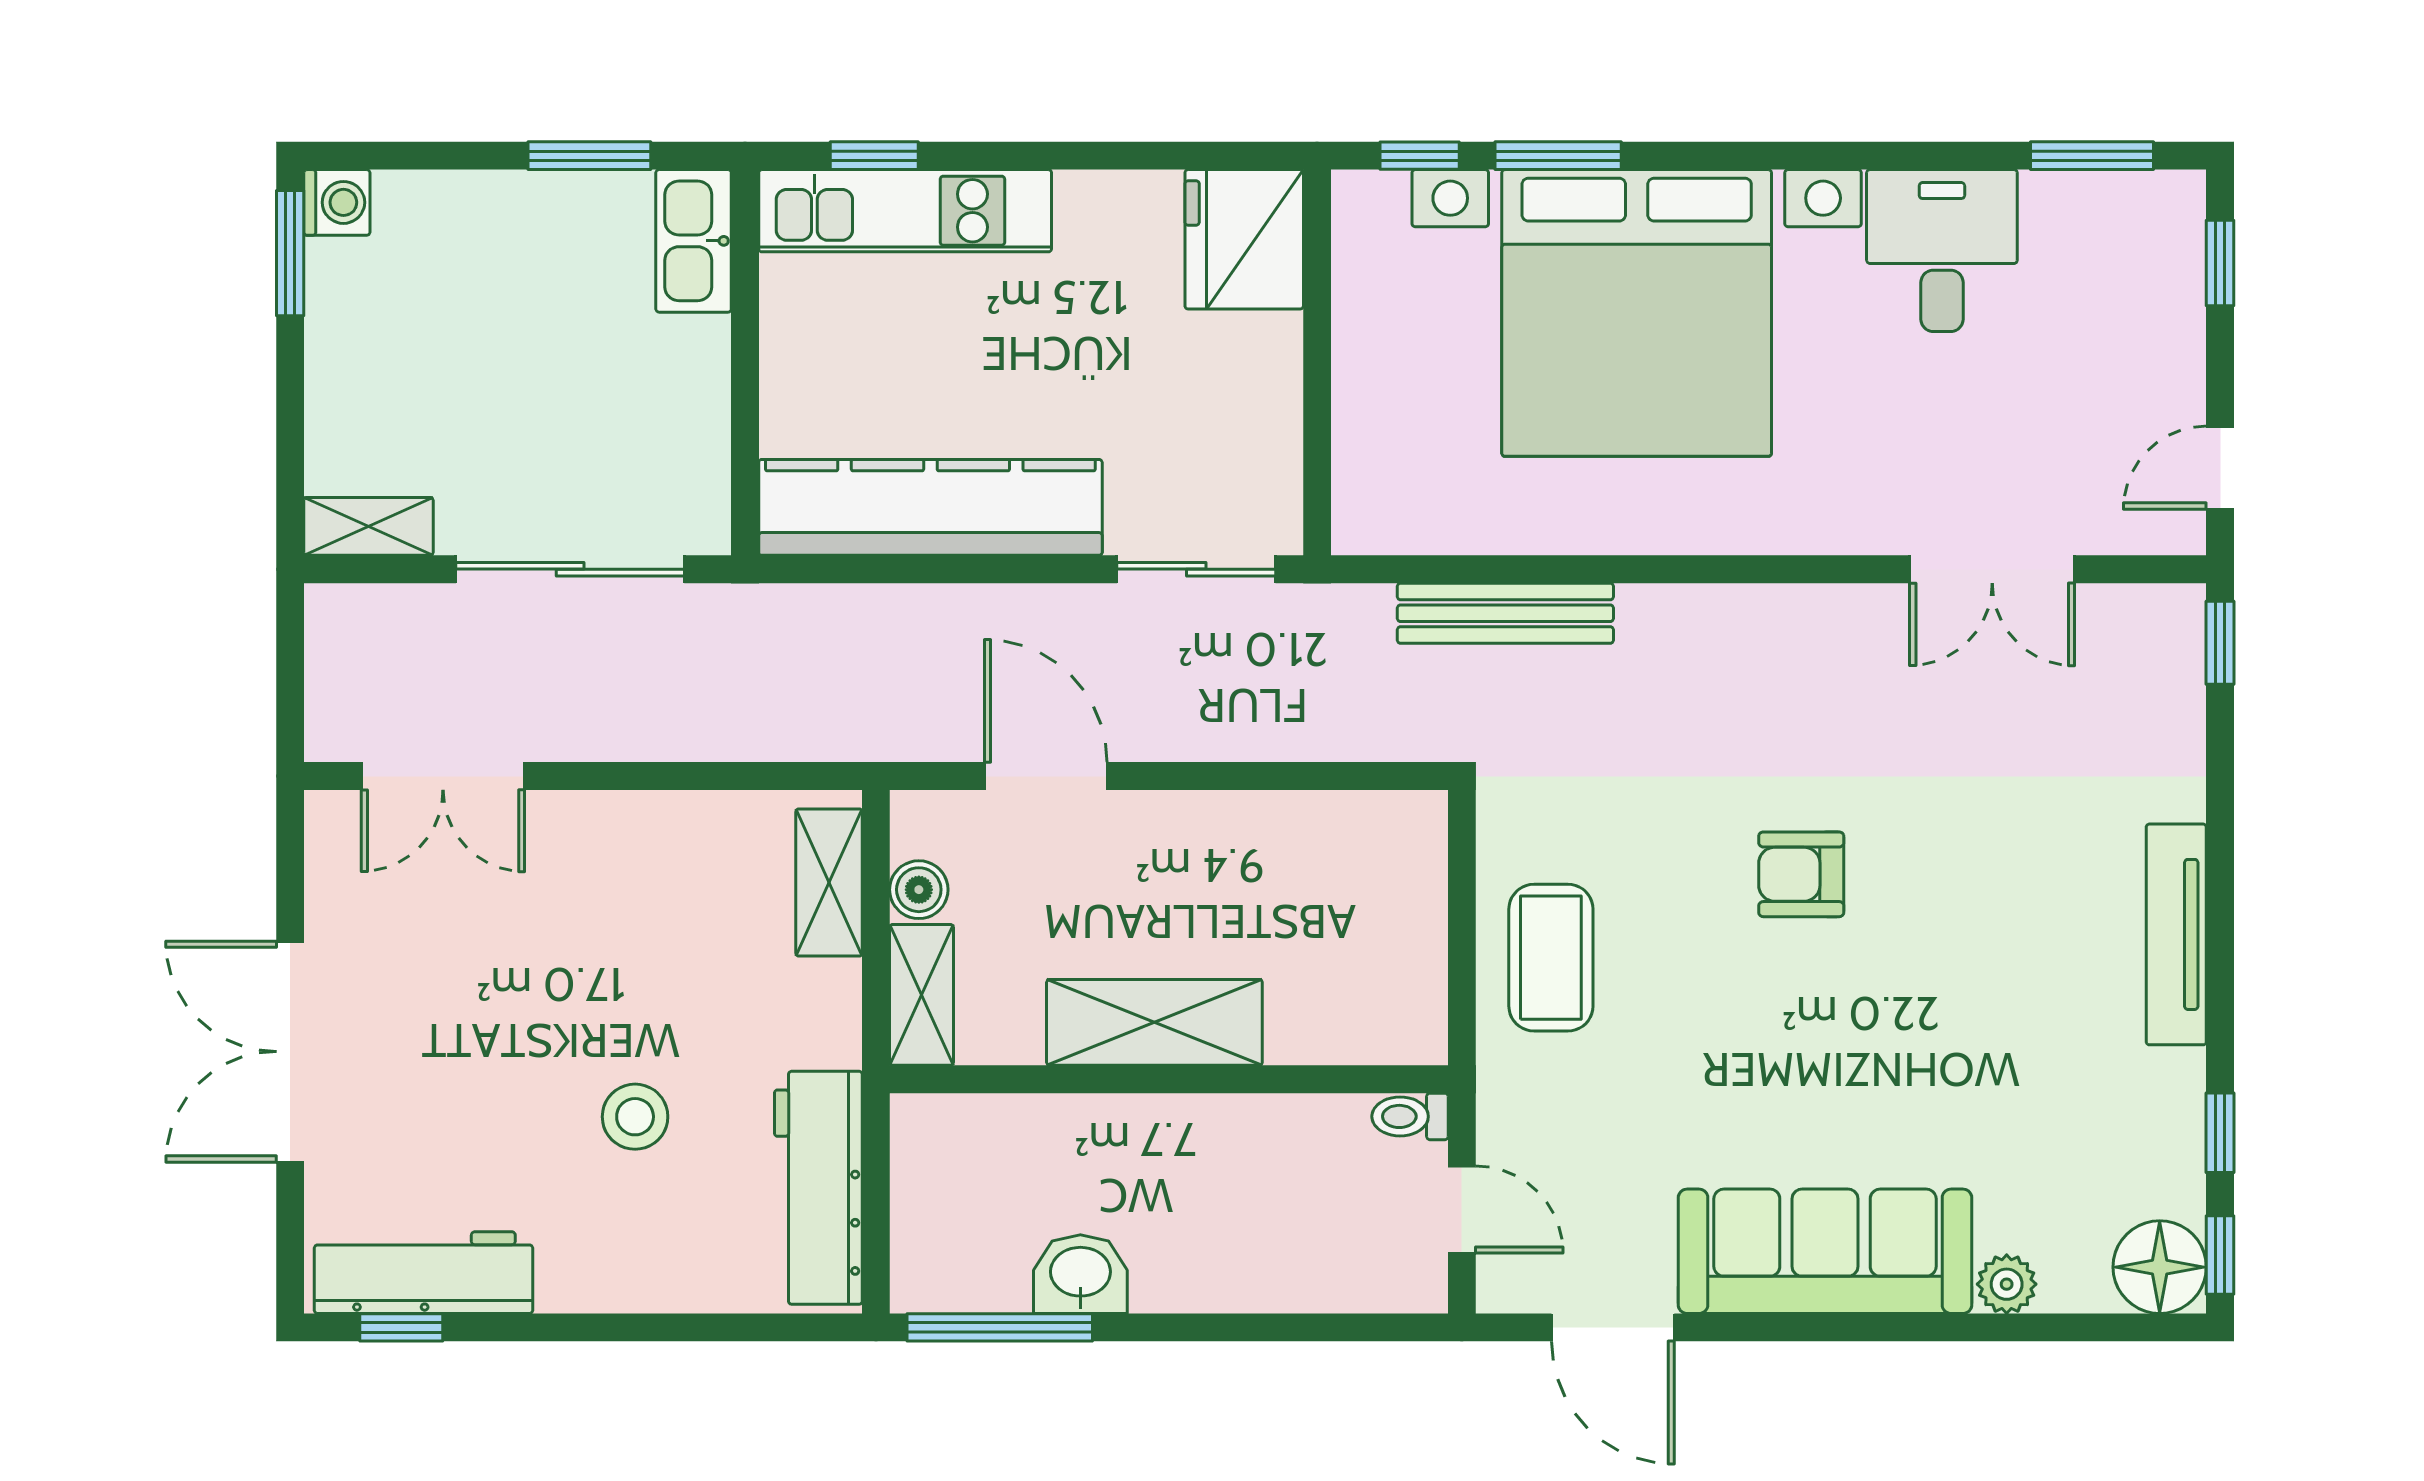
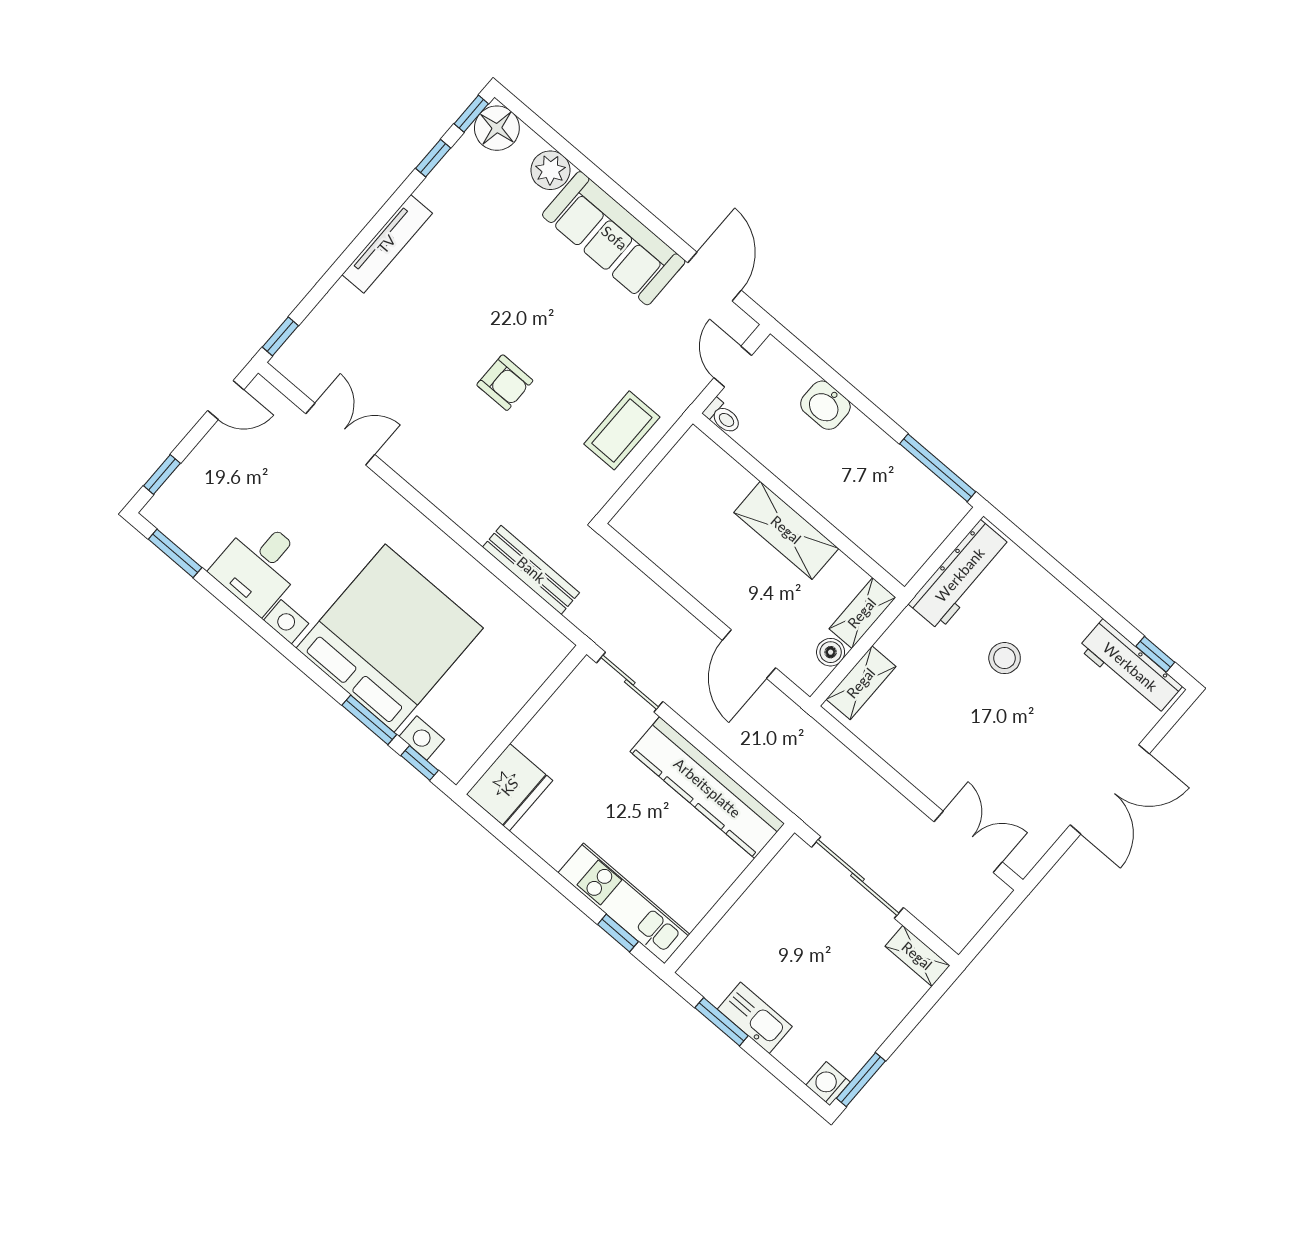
kitchen sink: (694, 241) -> (755, 1018), moved, turned -90
washbasin: (1080, 1274) -> (825, 405), moved
plant: (2007, 1284) -> (550, 170), width x1.38, depth x1.38

